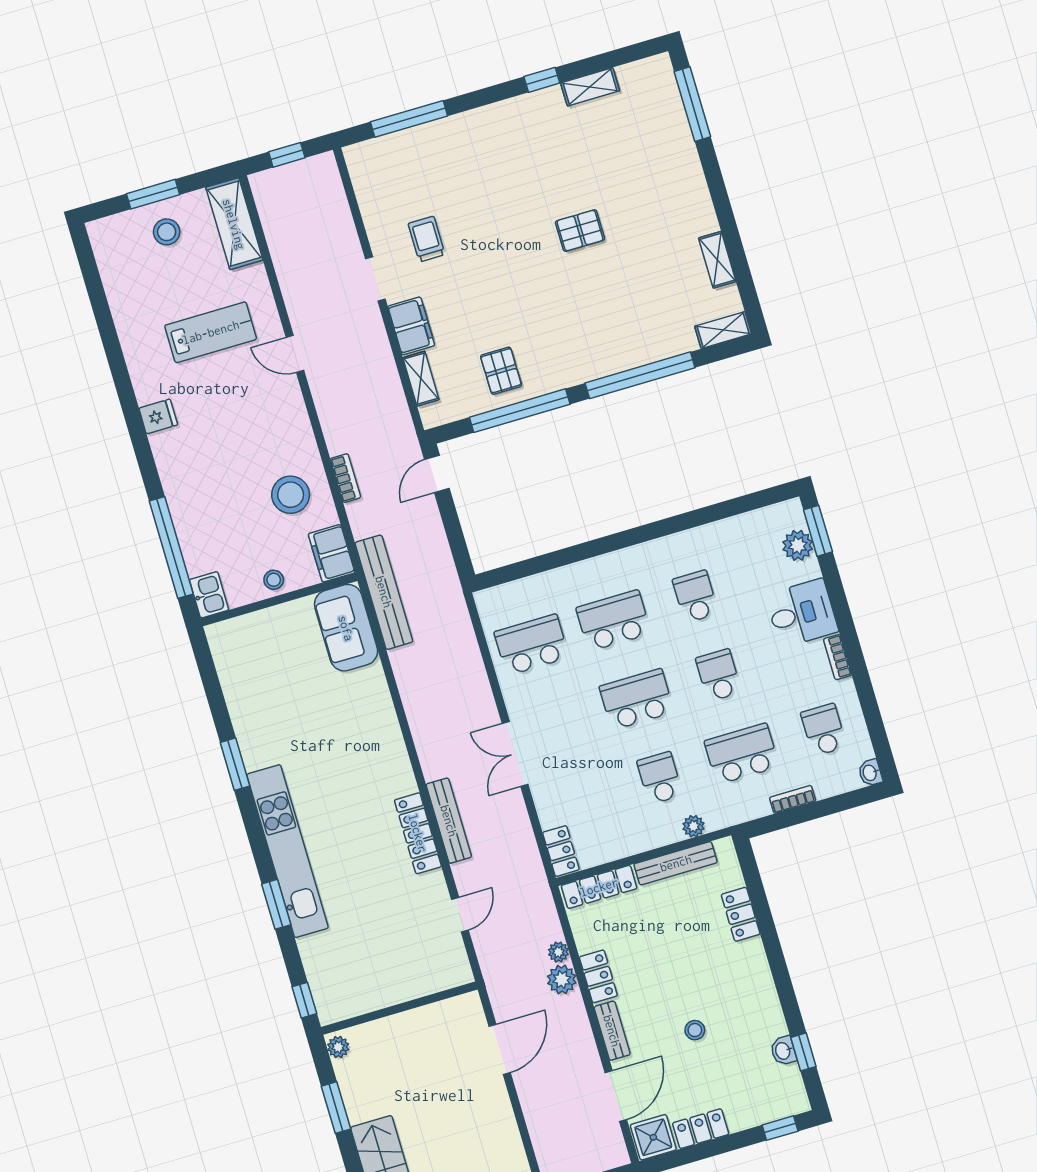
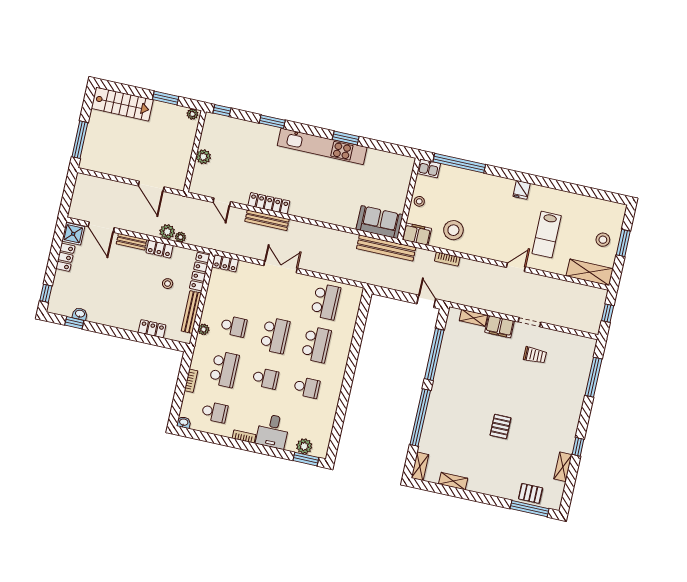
pallet: (501, 371) -> (531, 493), moved
kitchen unit: (288, 851) -> (322, 146), moved
plant: (400, 988) -> (203, 157), added
stool: (695, 1030) -> (168, 284), moved

